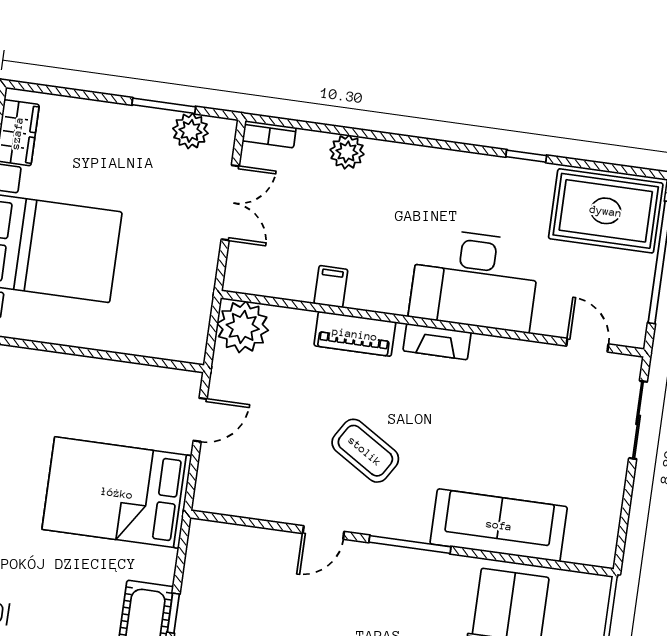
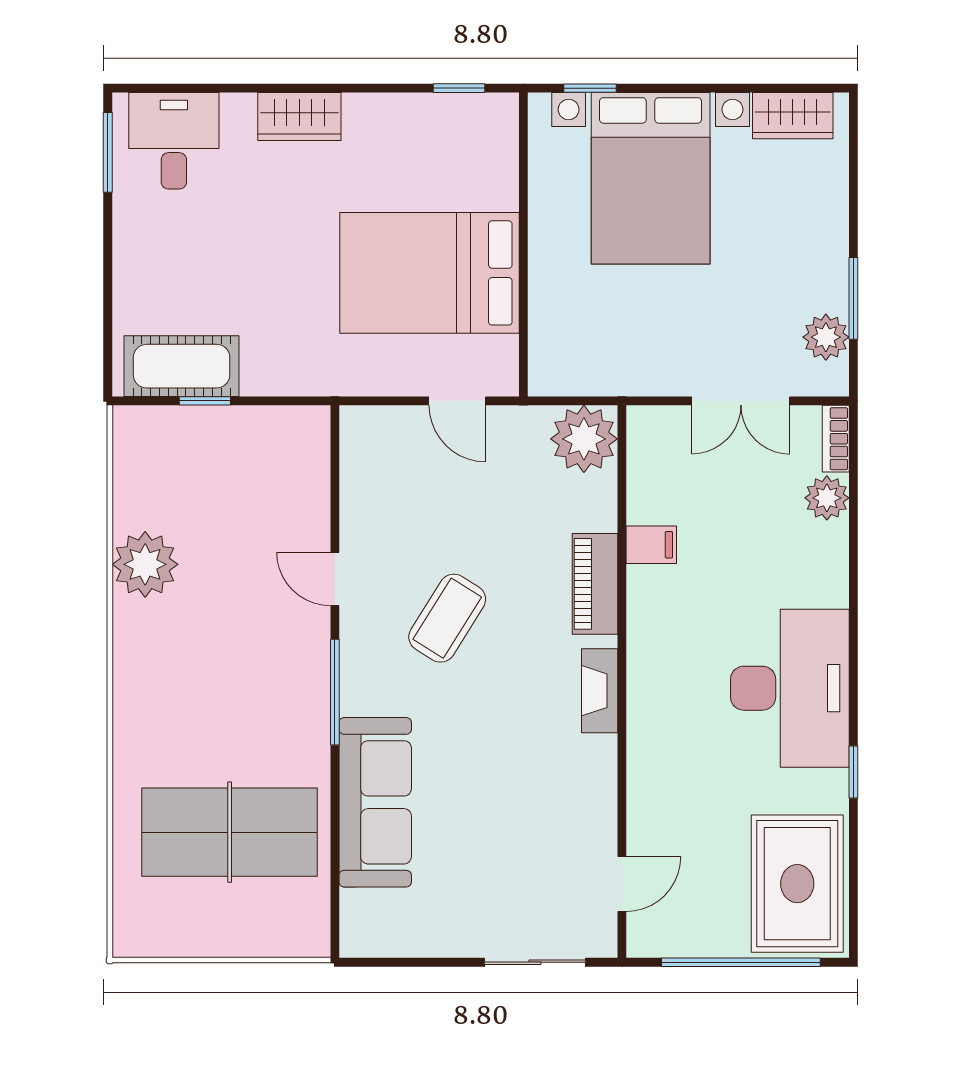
plant: (347, 152) -> (827, 498), moved
desk: (475, 280) -> (790, 688), moved, turned 180
bed: (117, 493) -> (430, 273), moved, turned -90

